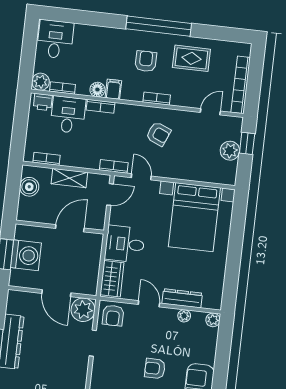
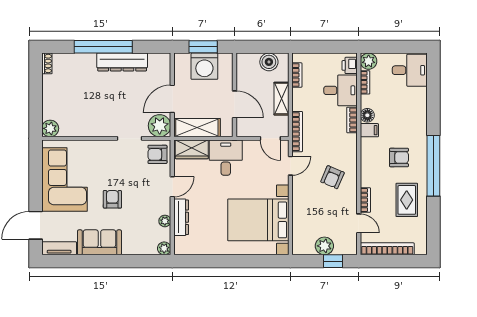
bookcase: (157, 99) -> (365, 200), moved
bookcase: (114, 166) -> (297, 132), width x1.56
shelving: (90, 271) -> (197, 128), added

